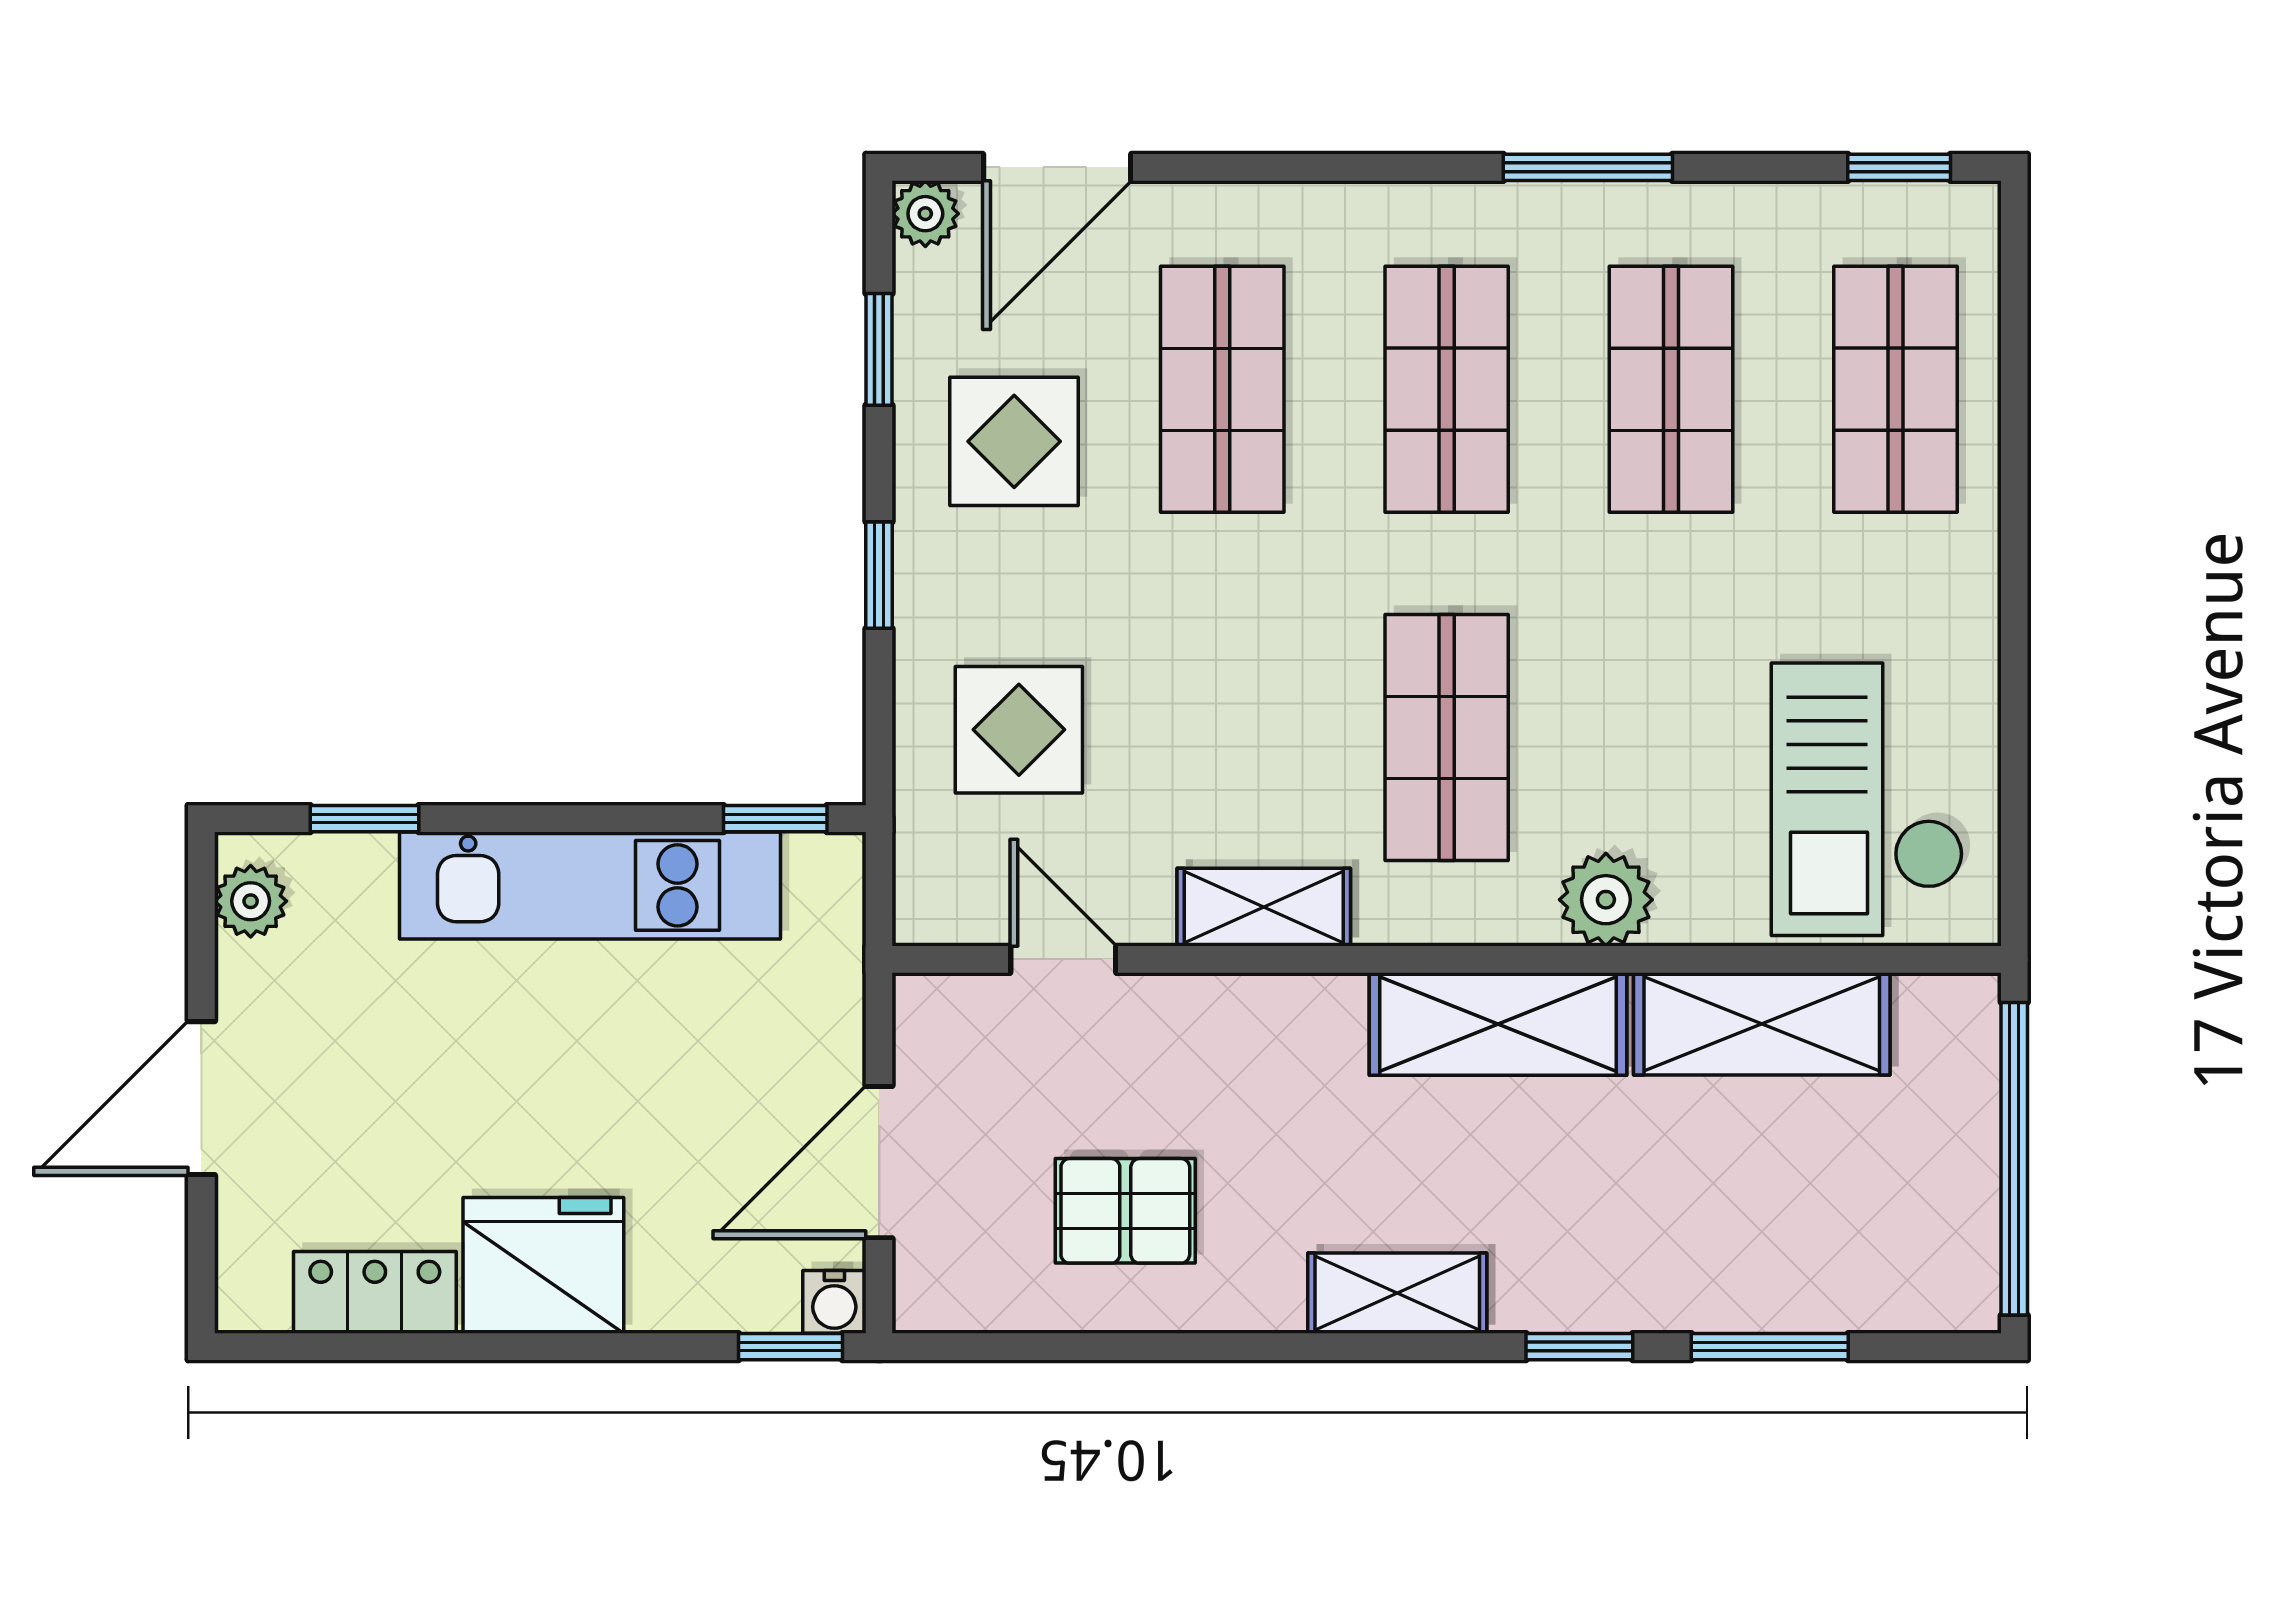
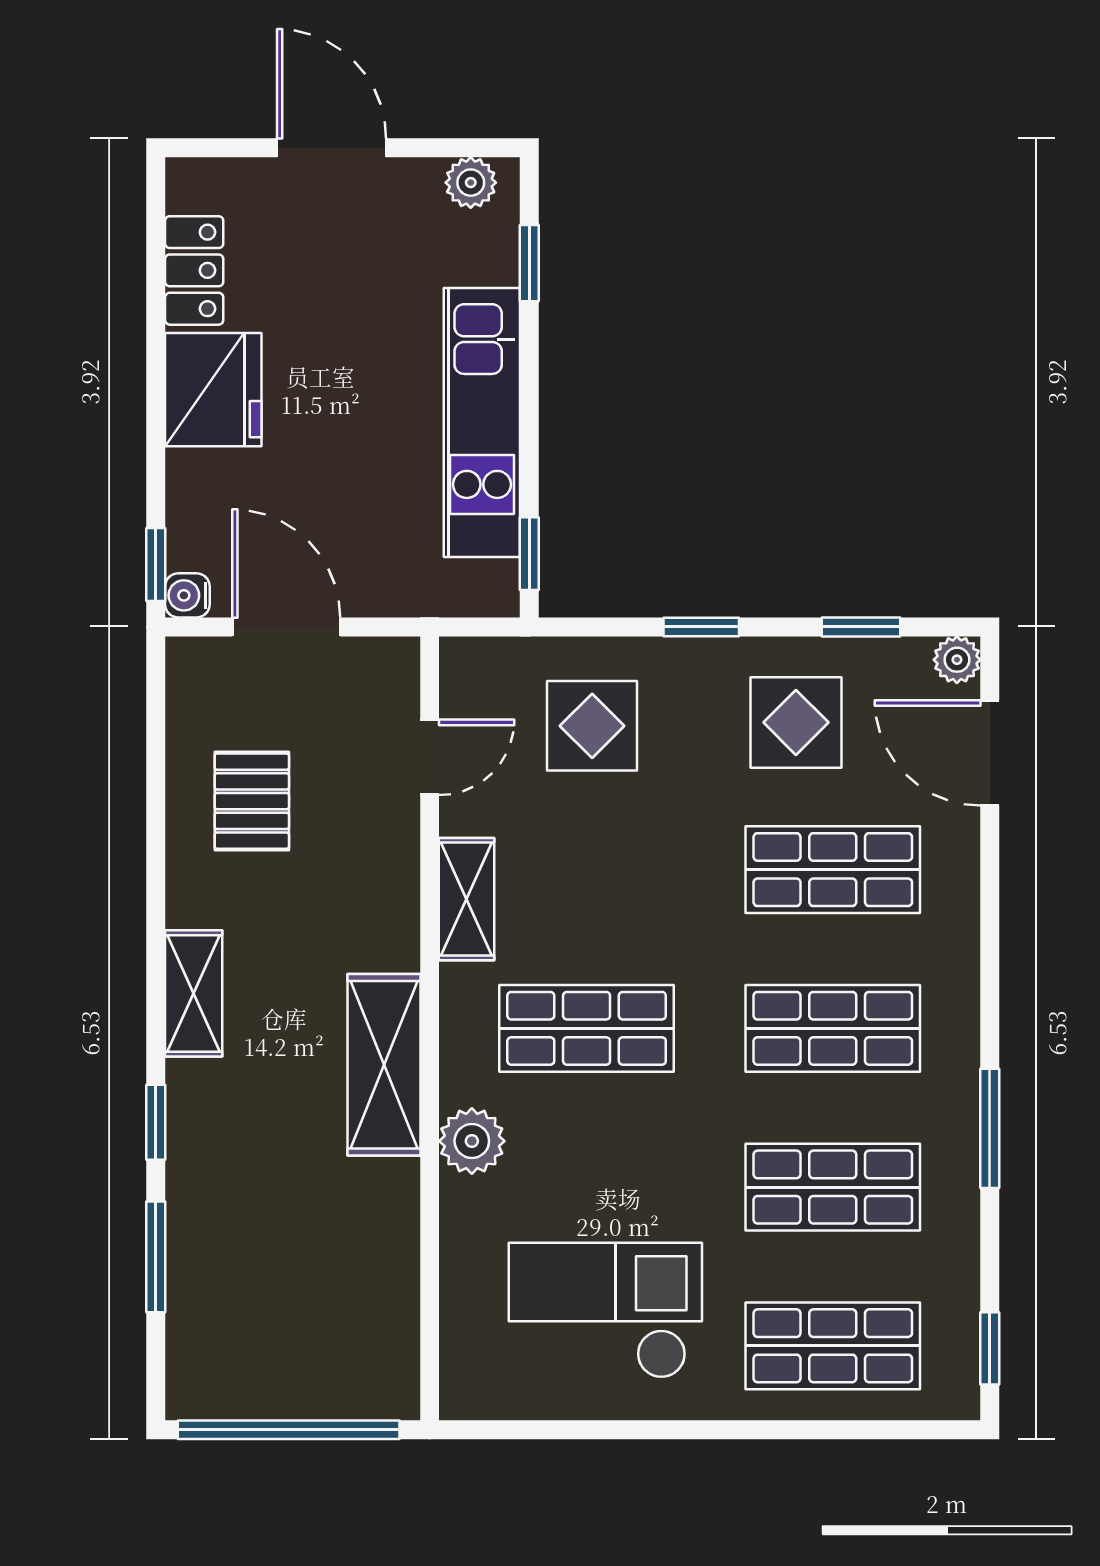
checkout: (1867, 799) -> (605, 1310), moved
shelving: (1762, 1024) -> (384, 1251), removed

